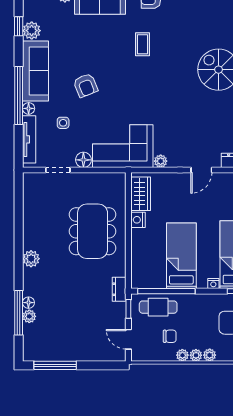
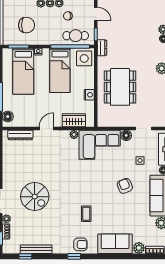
wardrobe: (141, 194) -> (74, 120), moved, turned 90
side table: (146, 273) -> (84, 58), added

